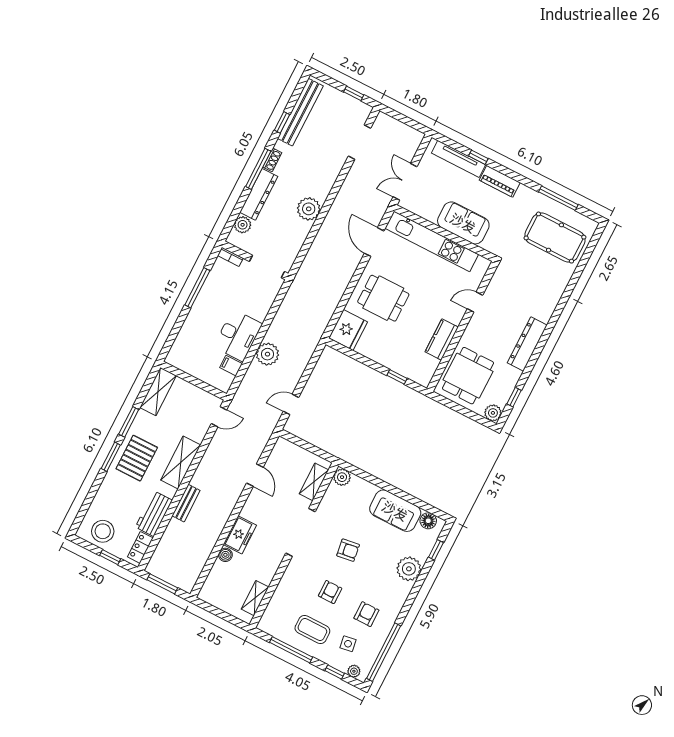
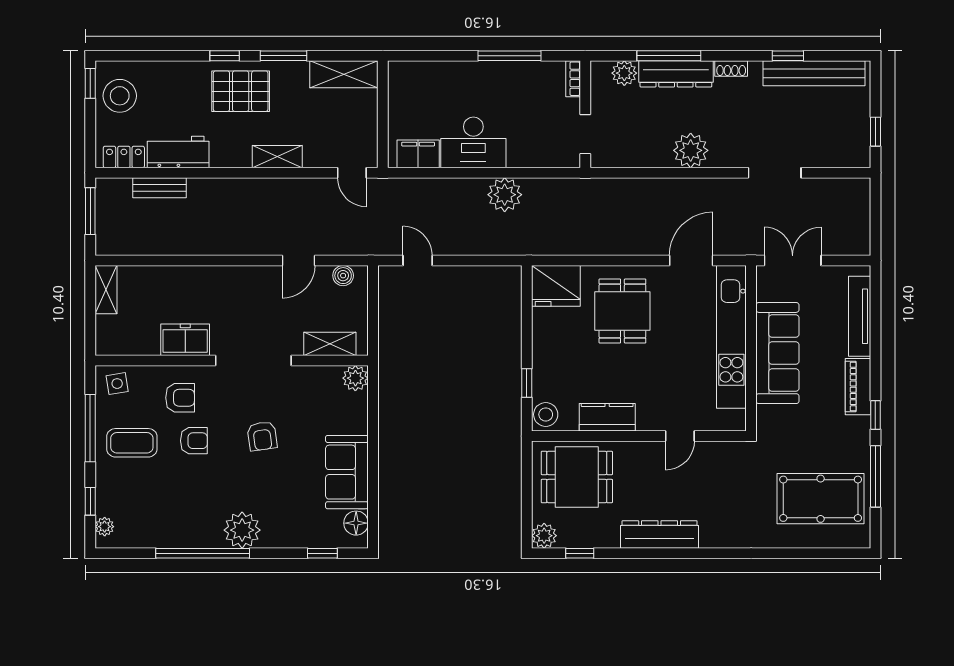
doorway: (360, 142) -> (775, 173), moved
window: (478, 157) -> (875, 415), moved
window: (258, 169) -> (669, 56), moved
sofa: (463, 223) -> (777, 353), width x1.36
pool table: (555, 238) -> (821, 499), turned 90
doorway: (267, 267) -> (585, 134), width x0.73
door: (475, 302) -> (680, 436), swing flipped
plant: (267, 354) -> (505, 195), moved
filing cabinet: (231, 366) -> (418, 154), width x2.00
stool: (421, 375) -> (546, 414), added
window: (111, 457) -> (225, 56), width x0.67
shelving: (181, 463) -> (277, 157), width x0.67, depth x0.75
bench: (186, 503) -> (159, 188), moved
freezer: (240, 535) -> (185, 340), moved, turned 180
boiler: (225, 555) -> (343, 276), moved
window: (110, 557) -> (90, 83), moved
plant: (409, 569) -> (242, 530), moved
shelving: (255, 598) -> (106, 290), moved, turned 90
armchair: (366, 614) -> (180, 398), moved
coffee table: (312, 629) -> (132, 443), turned 90
side table: (348, 644) -> (117, 384), moved
window: (384, 652) -> (203, 553), moved

